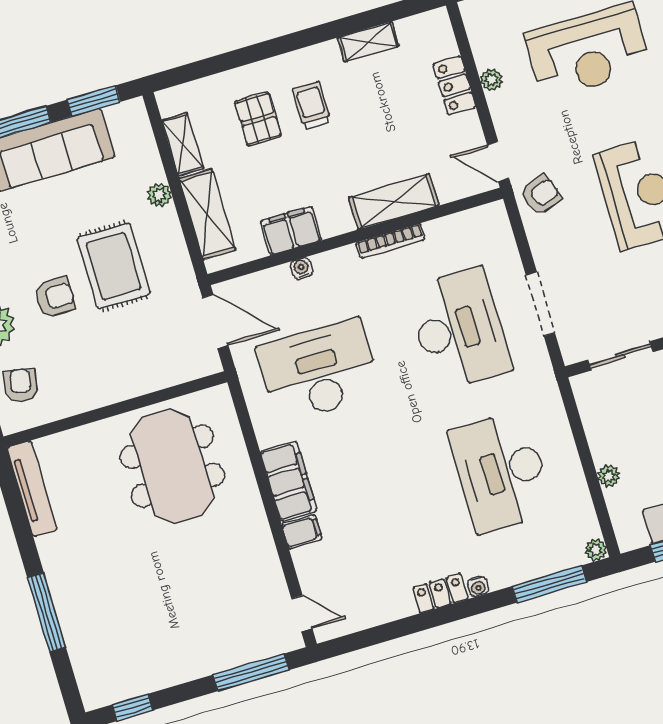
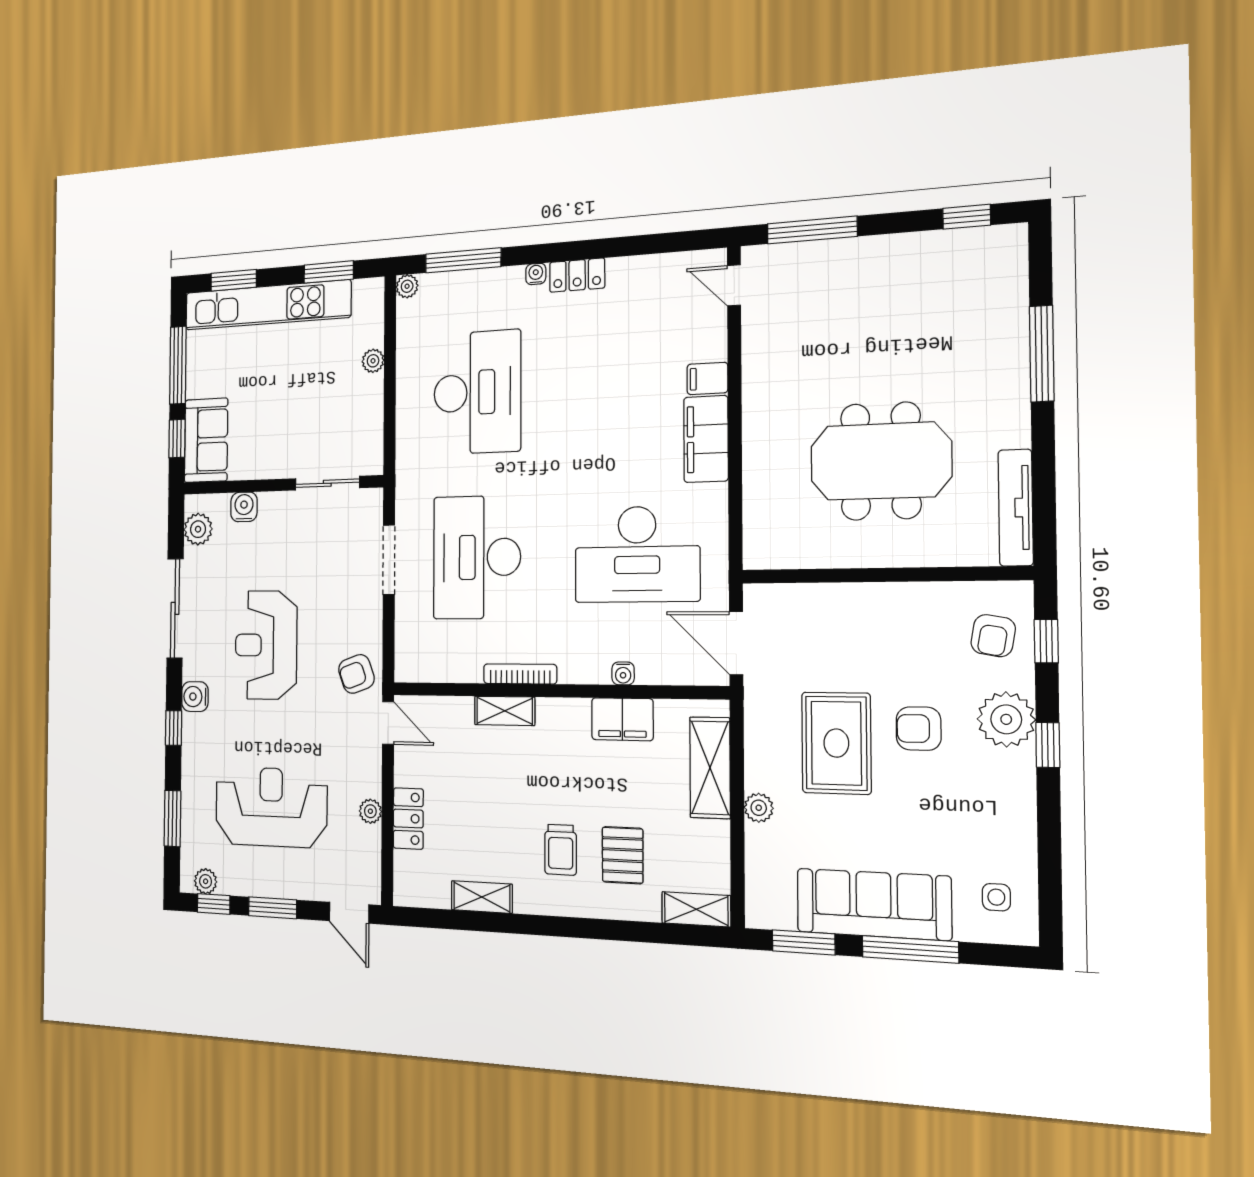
shelving: (183, 144) -> (696, 909), moved, turned 90
shelving: (394, 201) -> (505, 711), width x0.67, depth x0.75
meeting table: (172, 466) -> (881, 461), moved, turned 90

